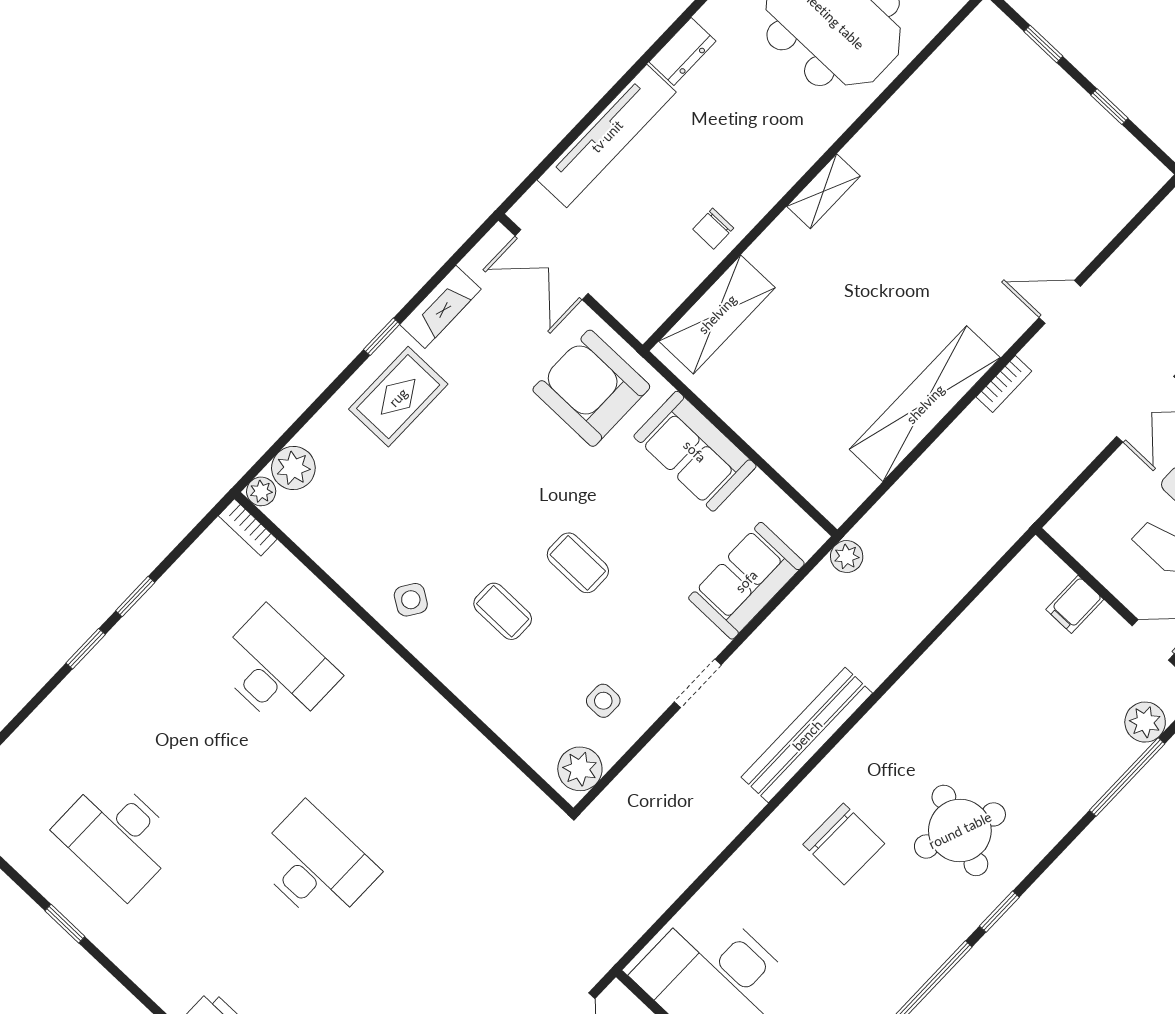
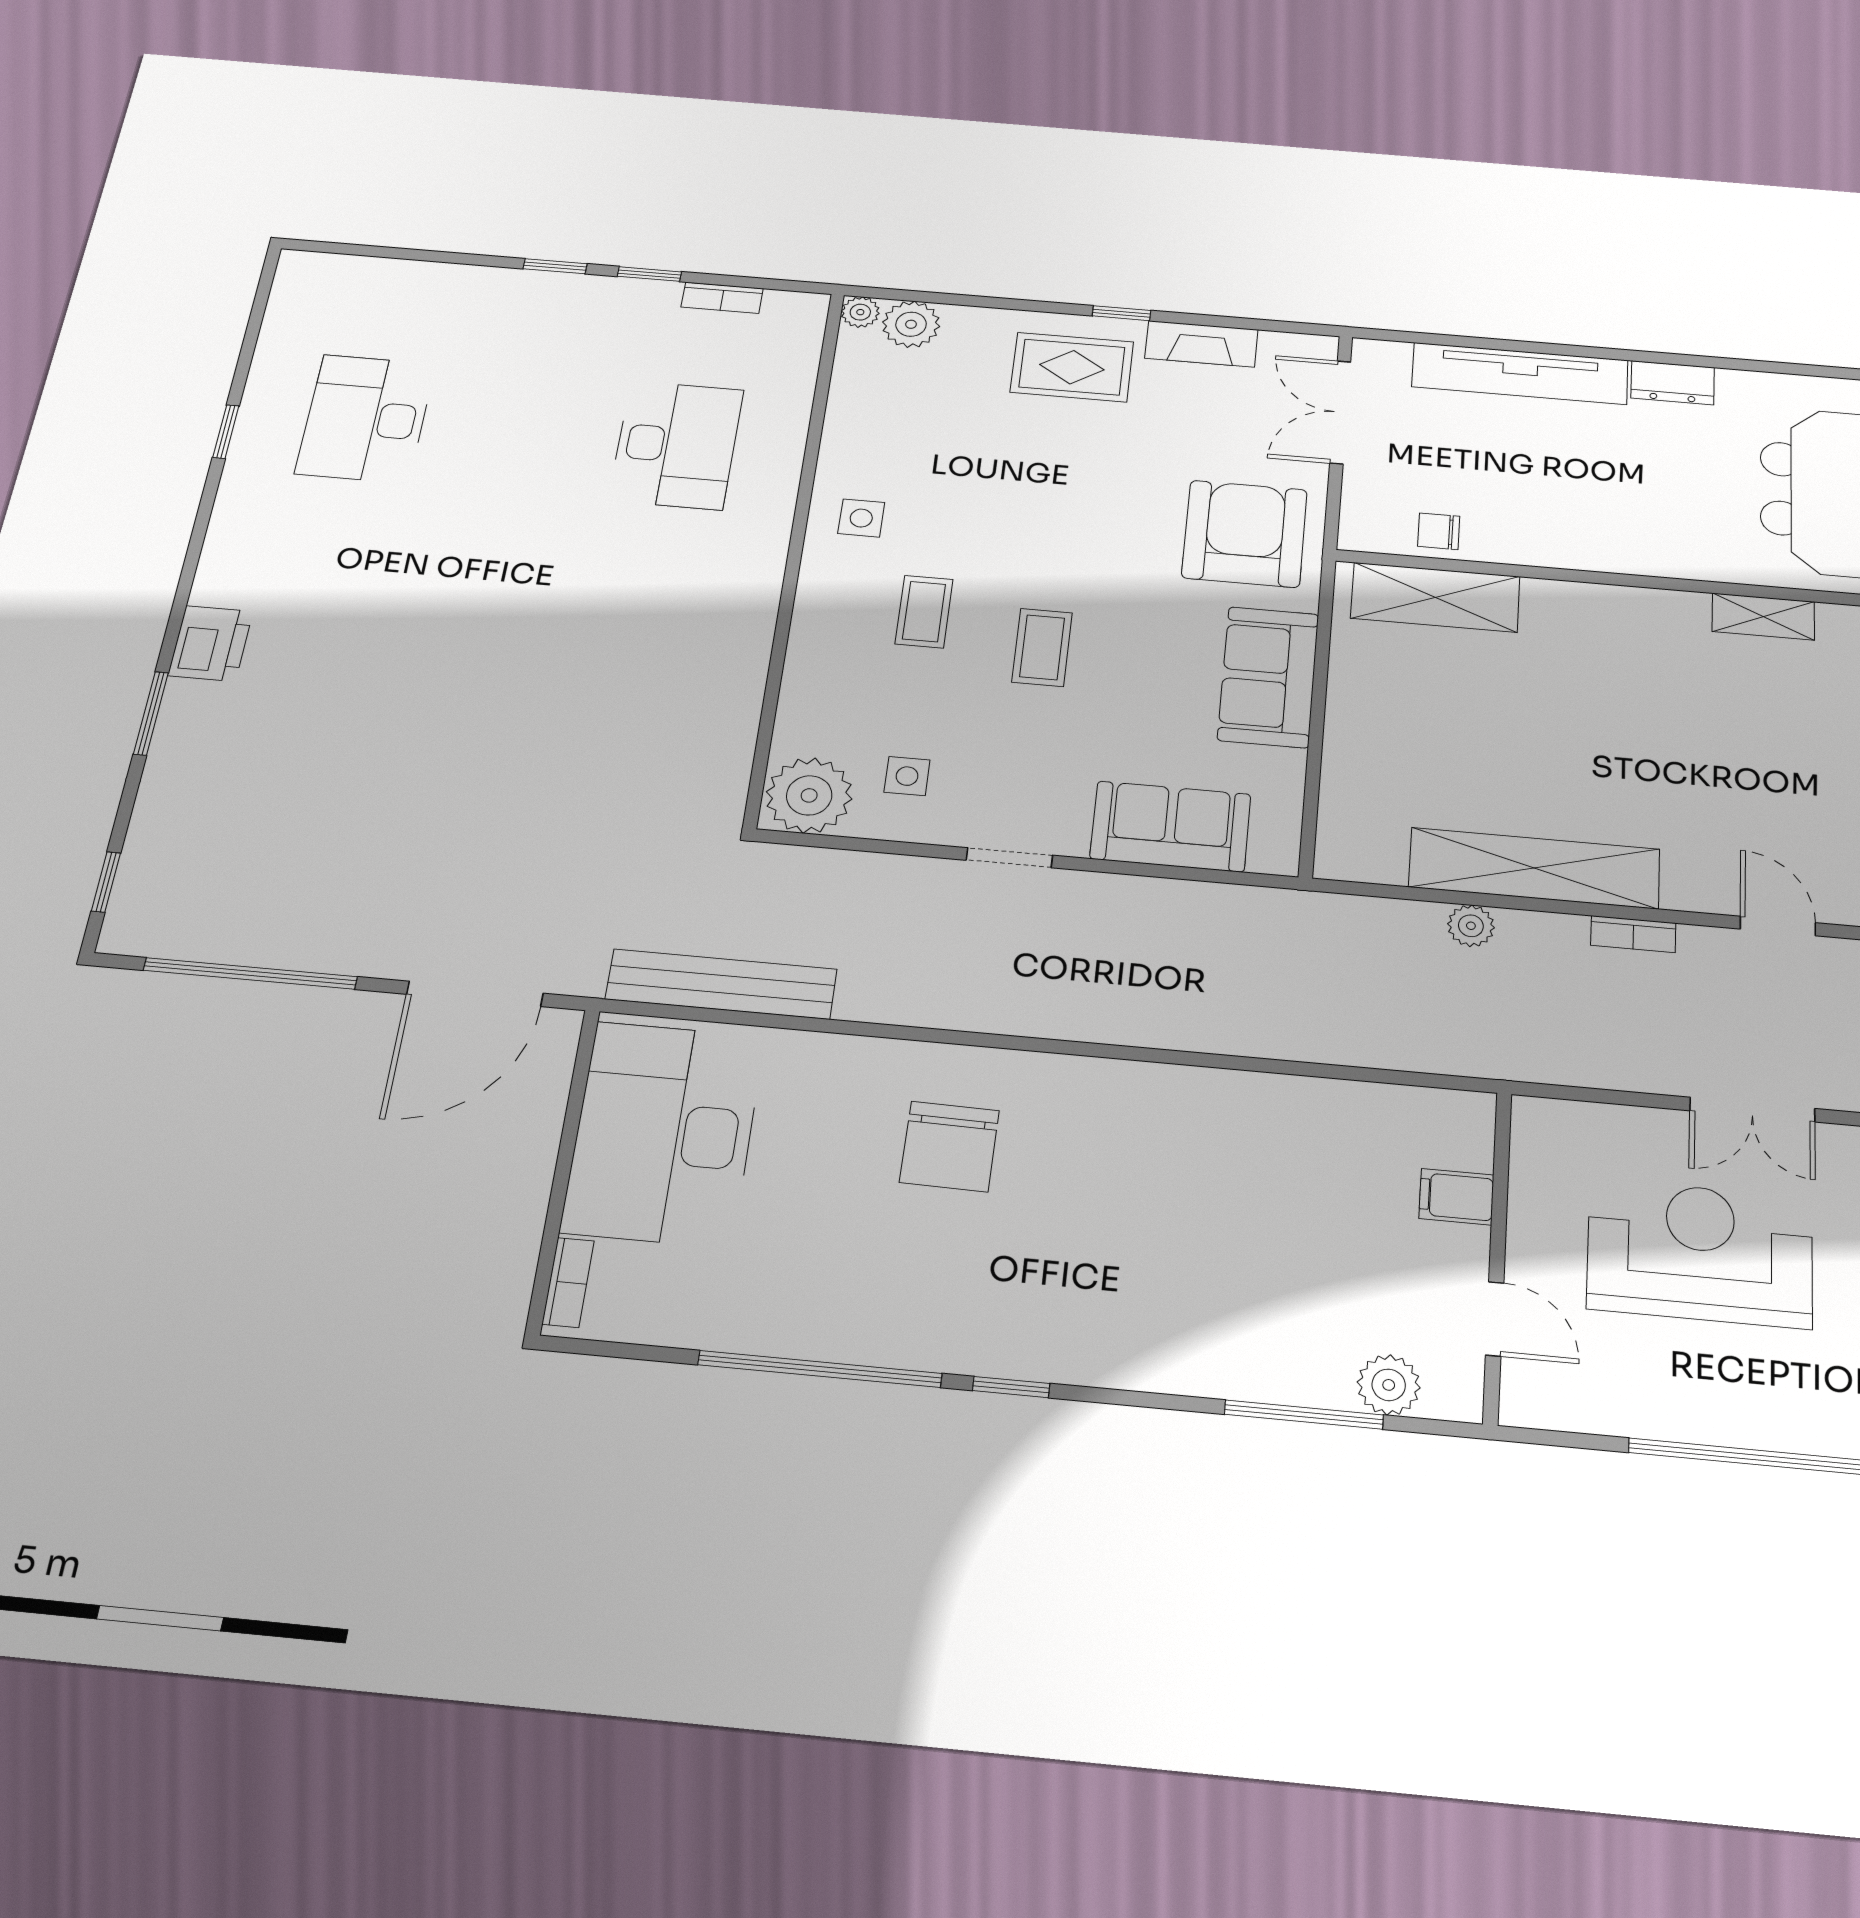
shelving: (824, 191) -> (1763, 617), moved
chair: (713, 229) -> (1439, 531), moved
bookcase: (248, 527) -> (722, 298), moved, turned -90
plant: (847, 557) -> (1471, 926), moved
side table: (411, 600) -> (861, 518), turned -33
bench: (807, 735) -> (721, 984), moved
plant: (580, 769) -> (809, 795), width x1.36, depth x1.36
round table: (960, 830) -> (1074, 1266), removed
desk: (315, 865) -> (480, 620), removed

